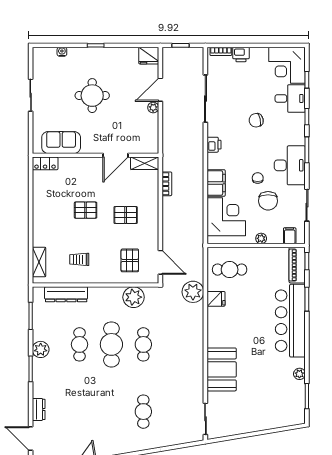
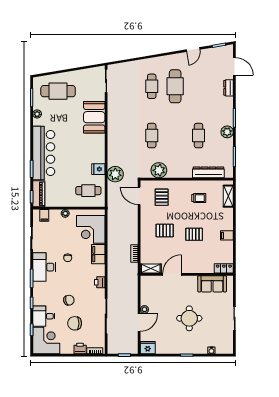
chair: (268, 201) -> (75, 323), moved, turned -90
filing cabinet: (41, 208) -> (227, 235), added
cafe table: (111, 344) -> (175, 86), moved
cafe table: (271, 405) -> (58, 91), added

